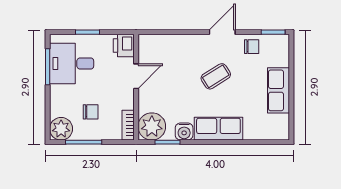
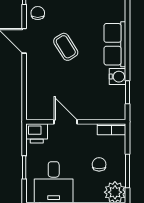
plant: (152, 126) -> (113, 107), removed

